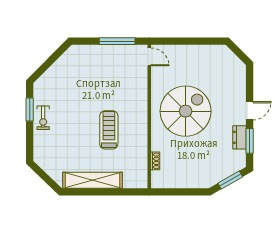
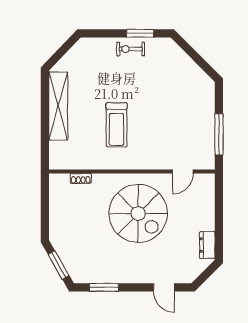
door: (149, 57) -> (183, 172), moved
door: (250, 111) -> (164, 287), moved
treadmill: (109, 130) -> (117, 125), turned 90
dresser: (239, 137) -> (207, 245), moved, turned -90

